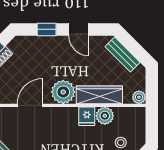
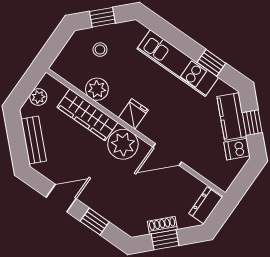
door: (79, 29) -> (61, 198), hinge flipped
plant: (139, 97) -> (38, 97), moved
fridge: (87, 116) -> (133, 114), moved

